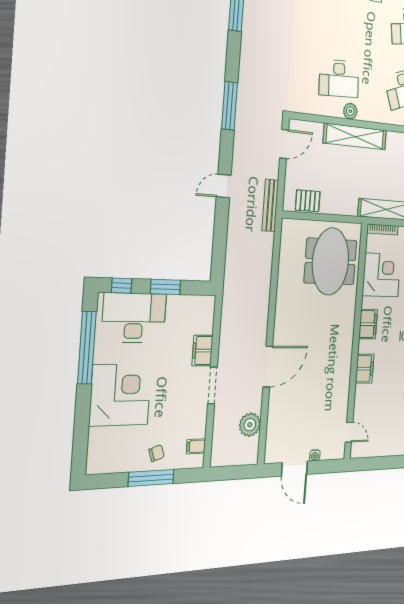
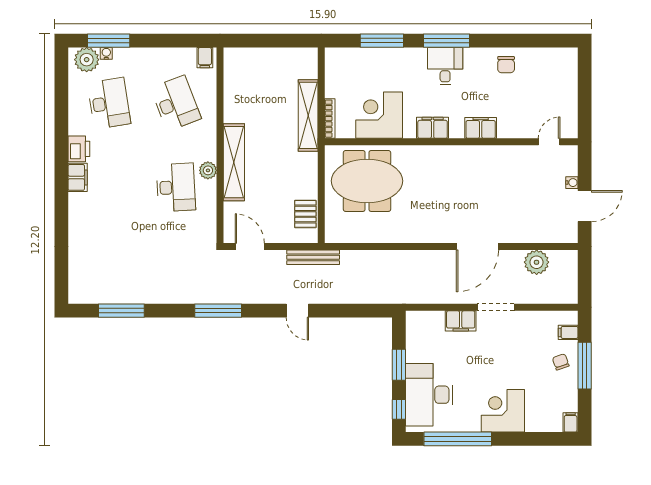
door: (268, 367) -> (477, 247), swing flipped
corner desk: (120, 395) -> (503, 411), width x0.74, depth x0.74
filing cabinet: (196, 446) -> (568, 332), moved, turned 90
filing cabinet: (96, 467) -> (571, 422), added

